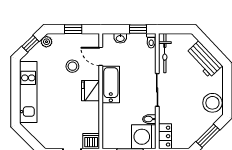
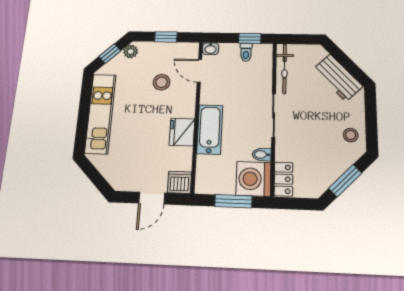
washbasin: (120, 38) -> (210, 49), moved
toilet: (151, 41) -> (246, 52), moved
bathtub: (111, 84) -> (210, 129), moved
fridge: (91, 91) -> (182, 132), moved
stool: (212, 103) -> (351, 135), width x0.53, depth x0.53

